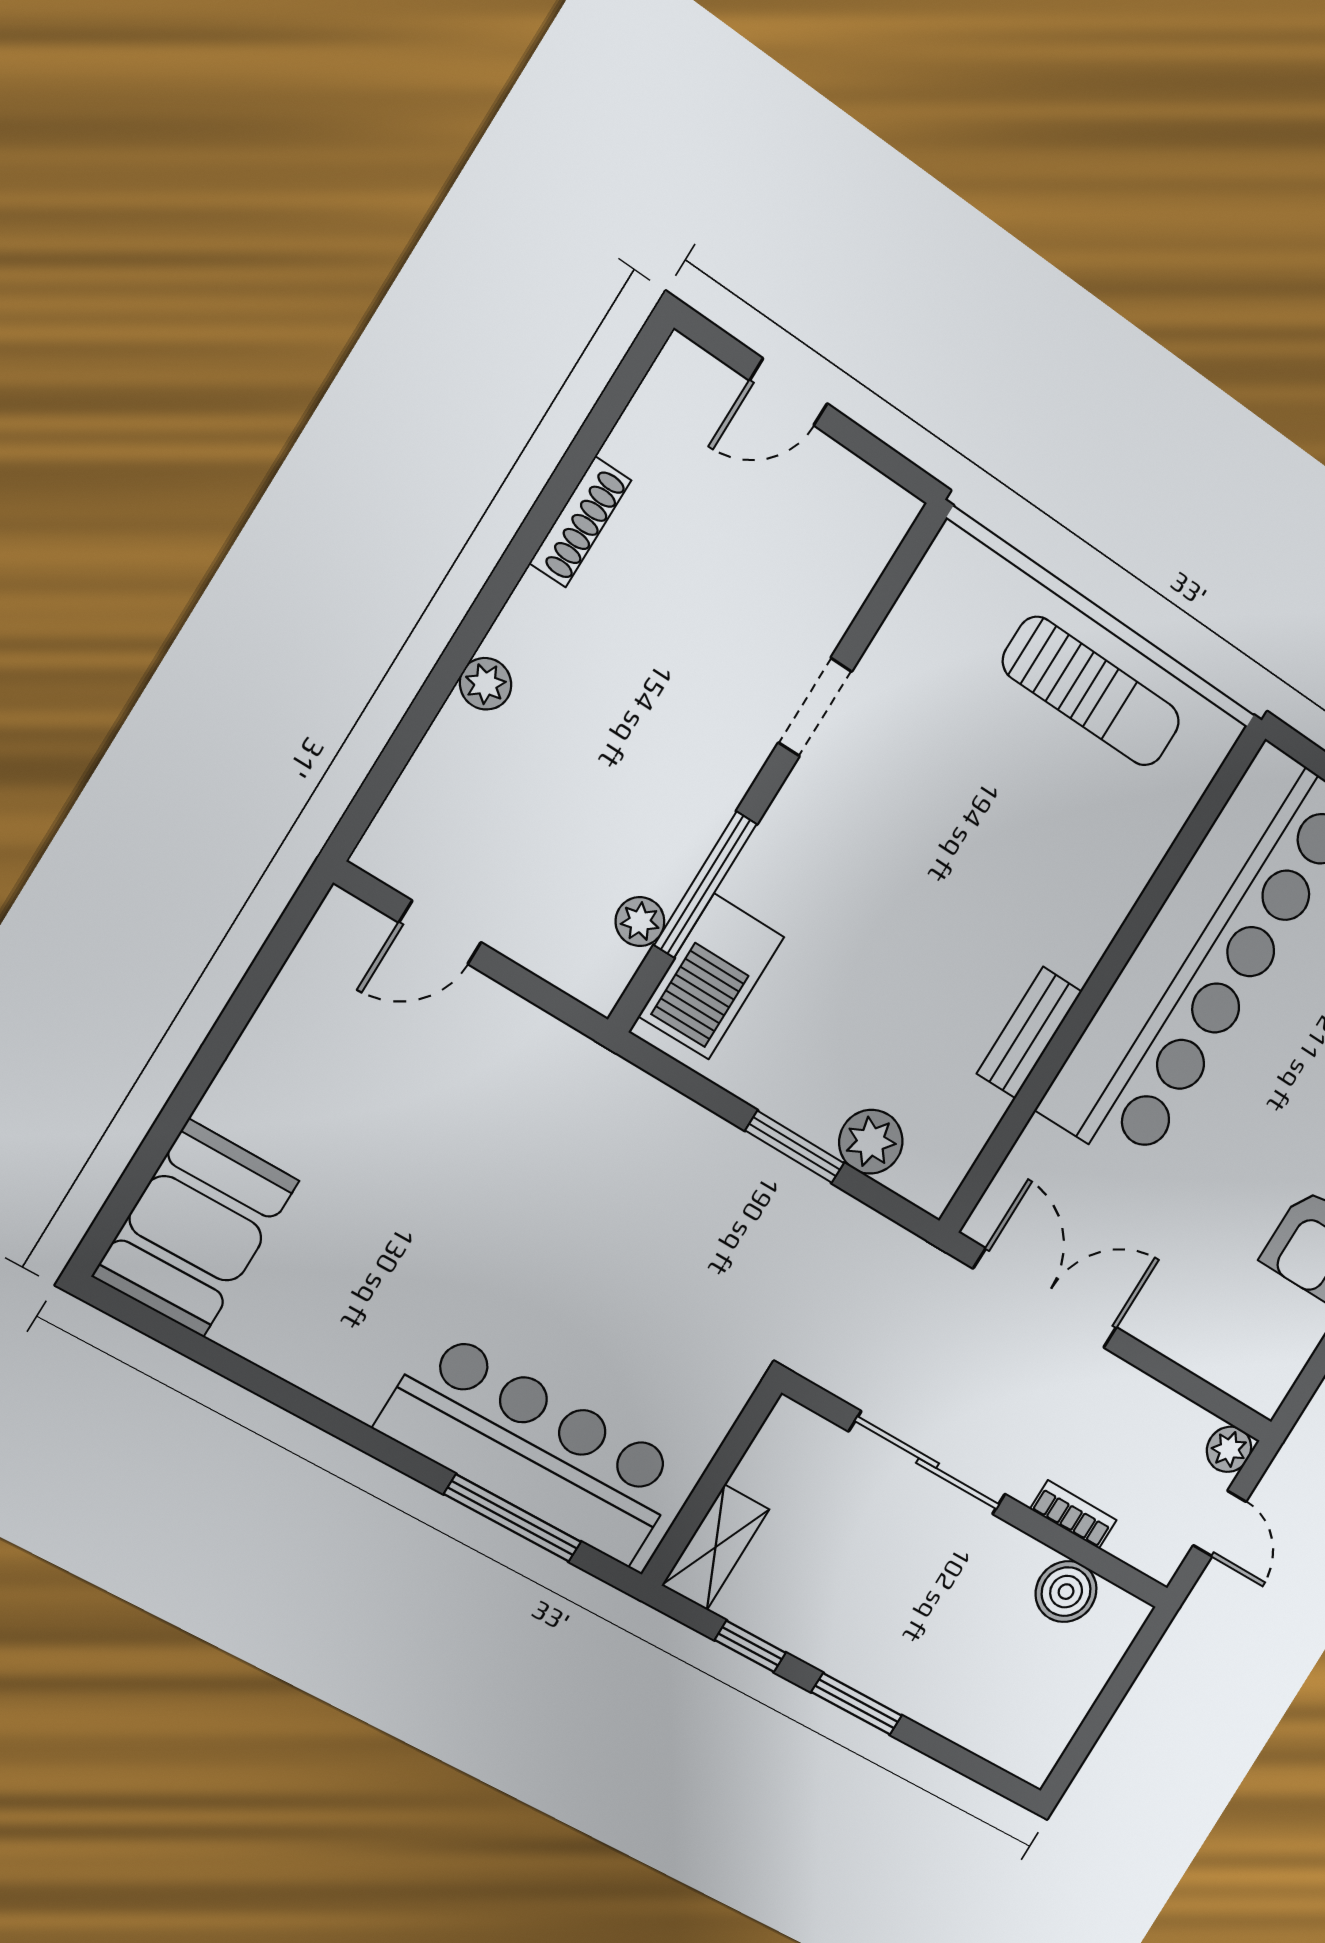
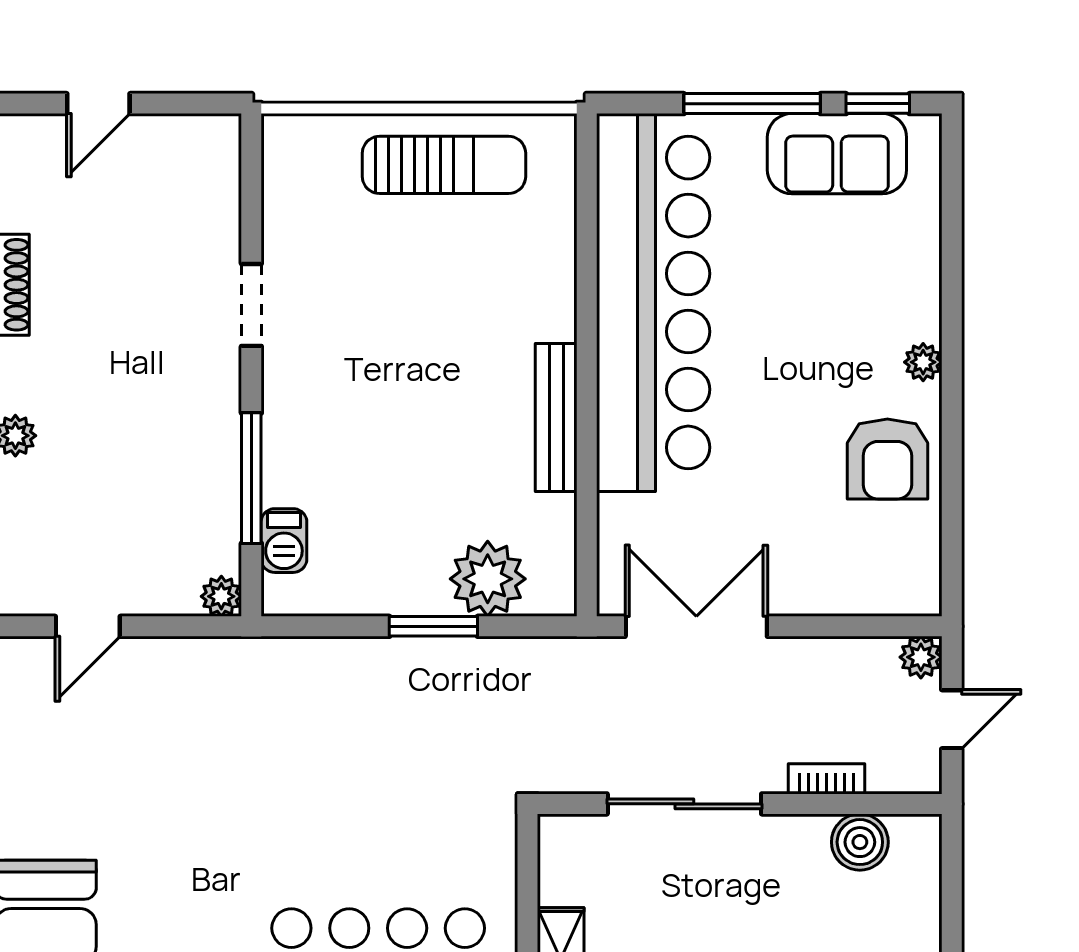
plant: (640, 922) -> (221, 596), moved
barbecue: (711, 977) -> (284, 541), width x0.53, depth x0.65
bench: (1029, 1033) -> (556, 417), width x1.36
plant: (871, 1142) -> (488, 579), width x1.36, depth x1.36
door: (1220, 1524) -> (952, 719), hinge flipped

